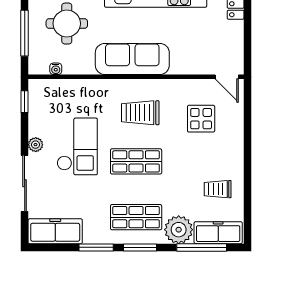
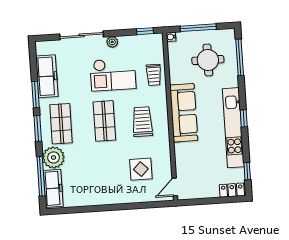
water cooler: (56, 69) -> (171, 37), moved
trolley: (218, 189) -> (154, 75), moved, turned 180
freezer: (55, 231) -> (47, 76), moved

